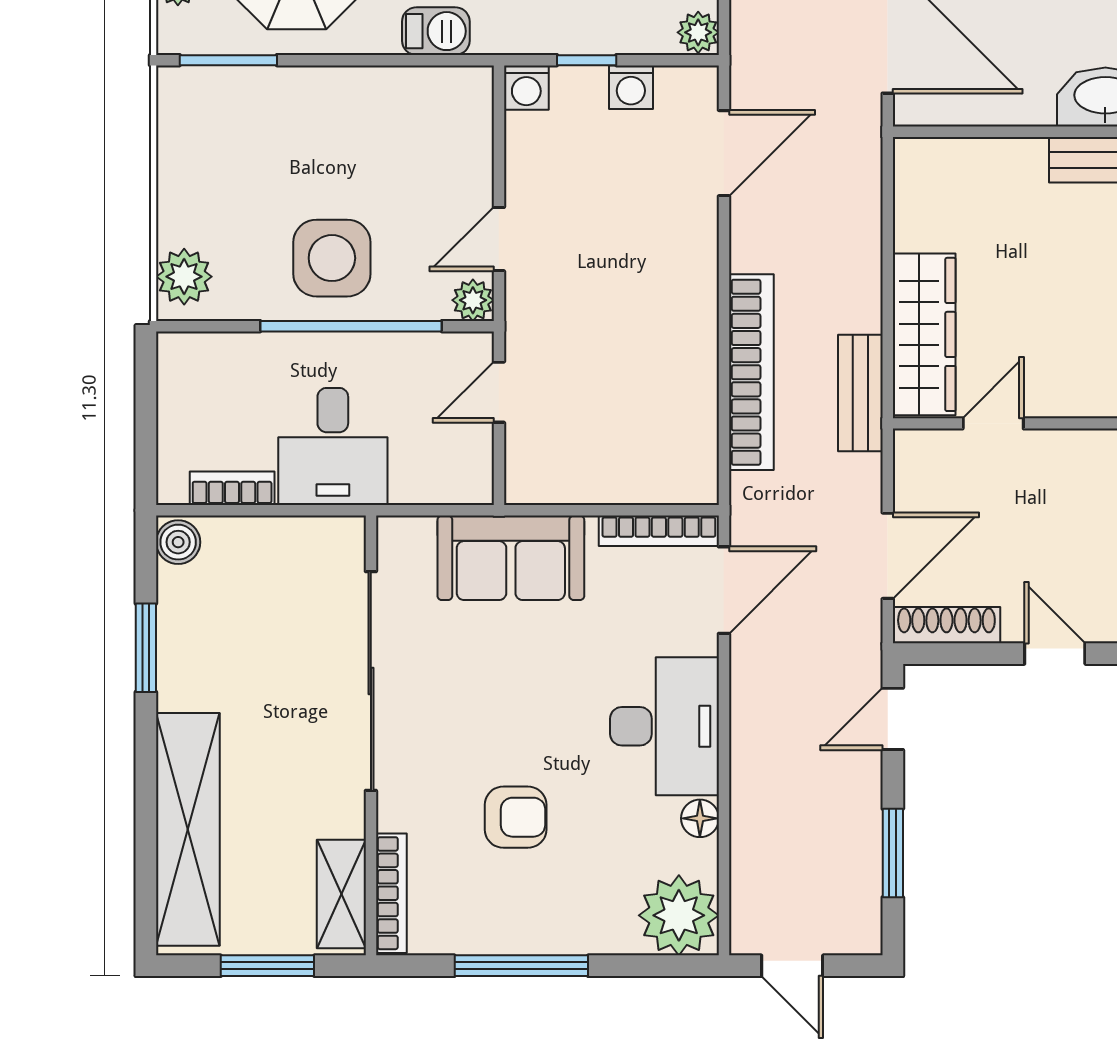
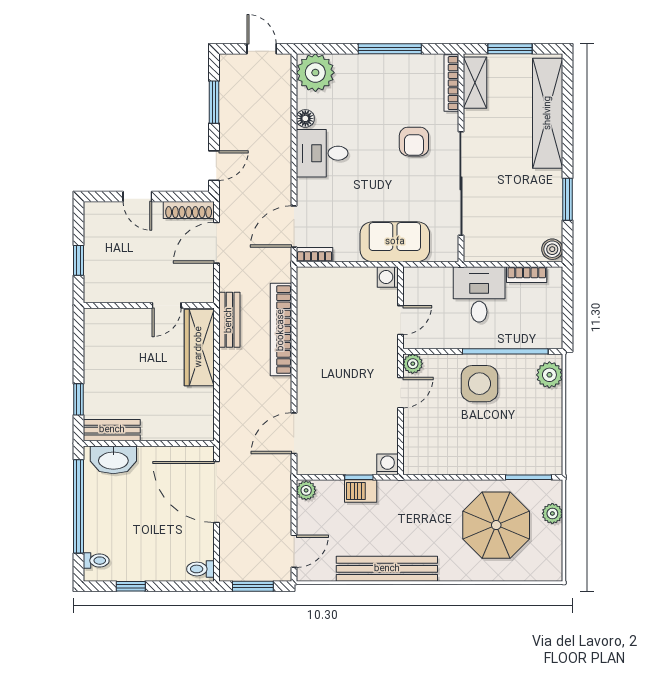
barbecue: (436, 31) -> (361, 491), moved
washing machine: (631, 87) -> (388, 277), moved, turned -90
window: (351, 326) -> (505, 351), moved
bookcase: (659, 531) -> (315, 255), width x0.64
desk: (665, 726) -> (322, 153), width x0.73
armchair: (516, 817) -> (414, 142), moved, turned -90

